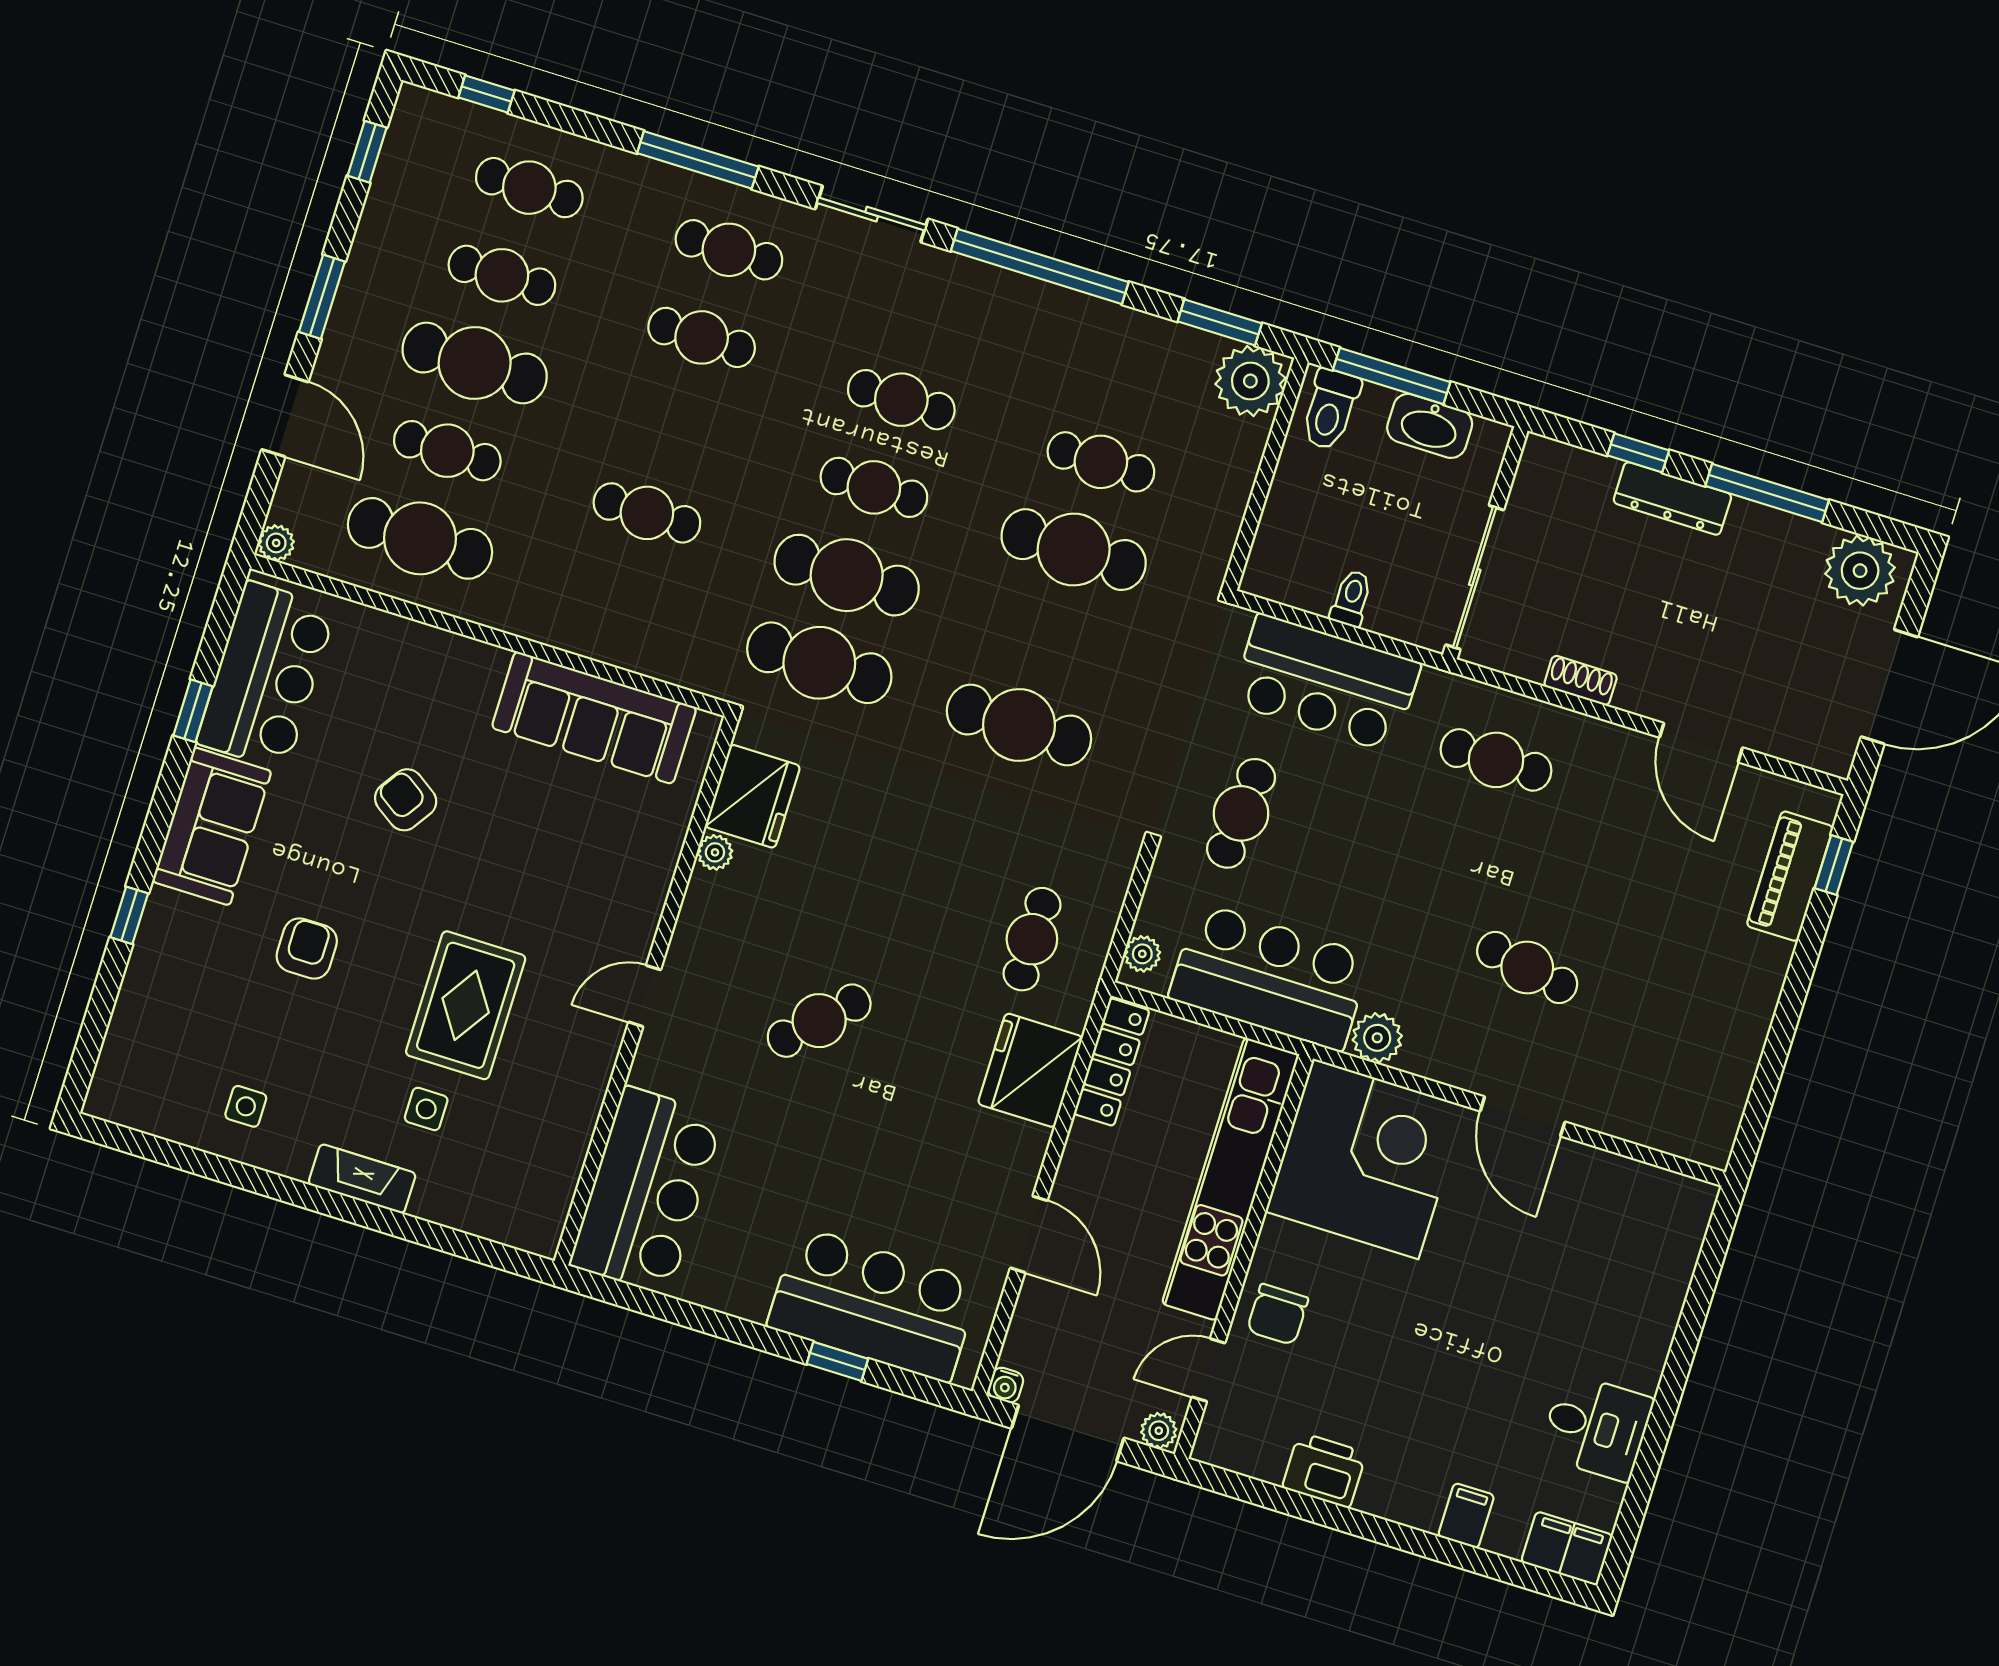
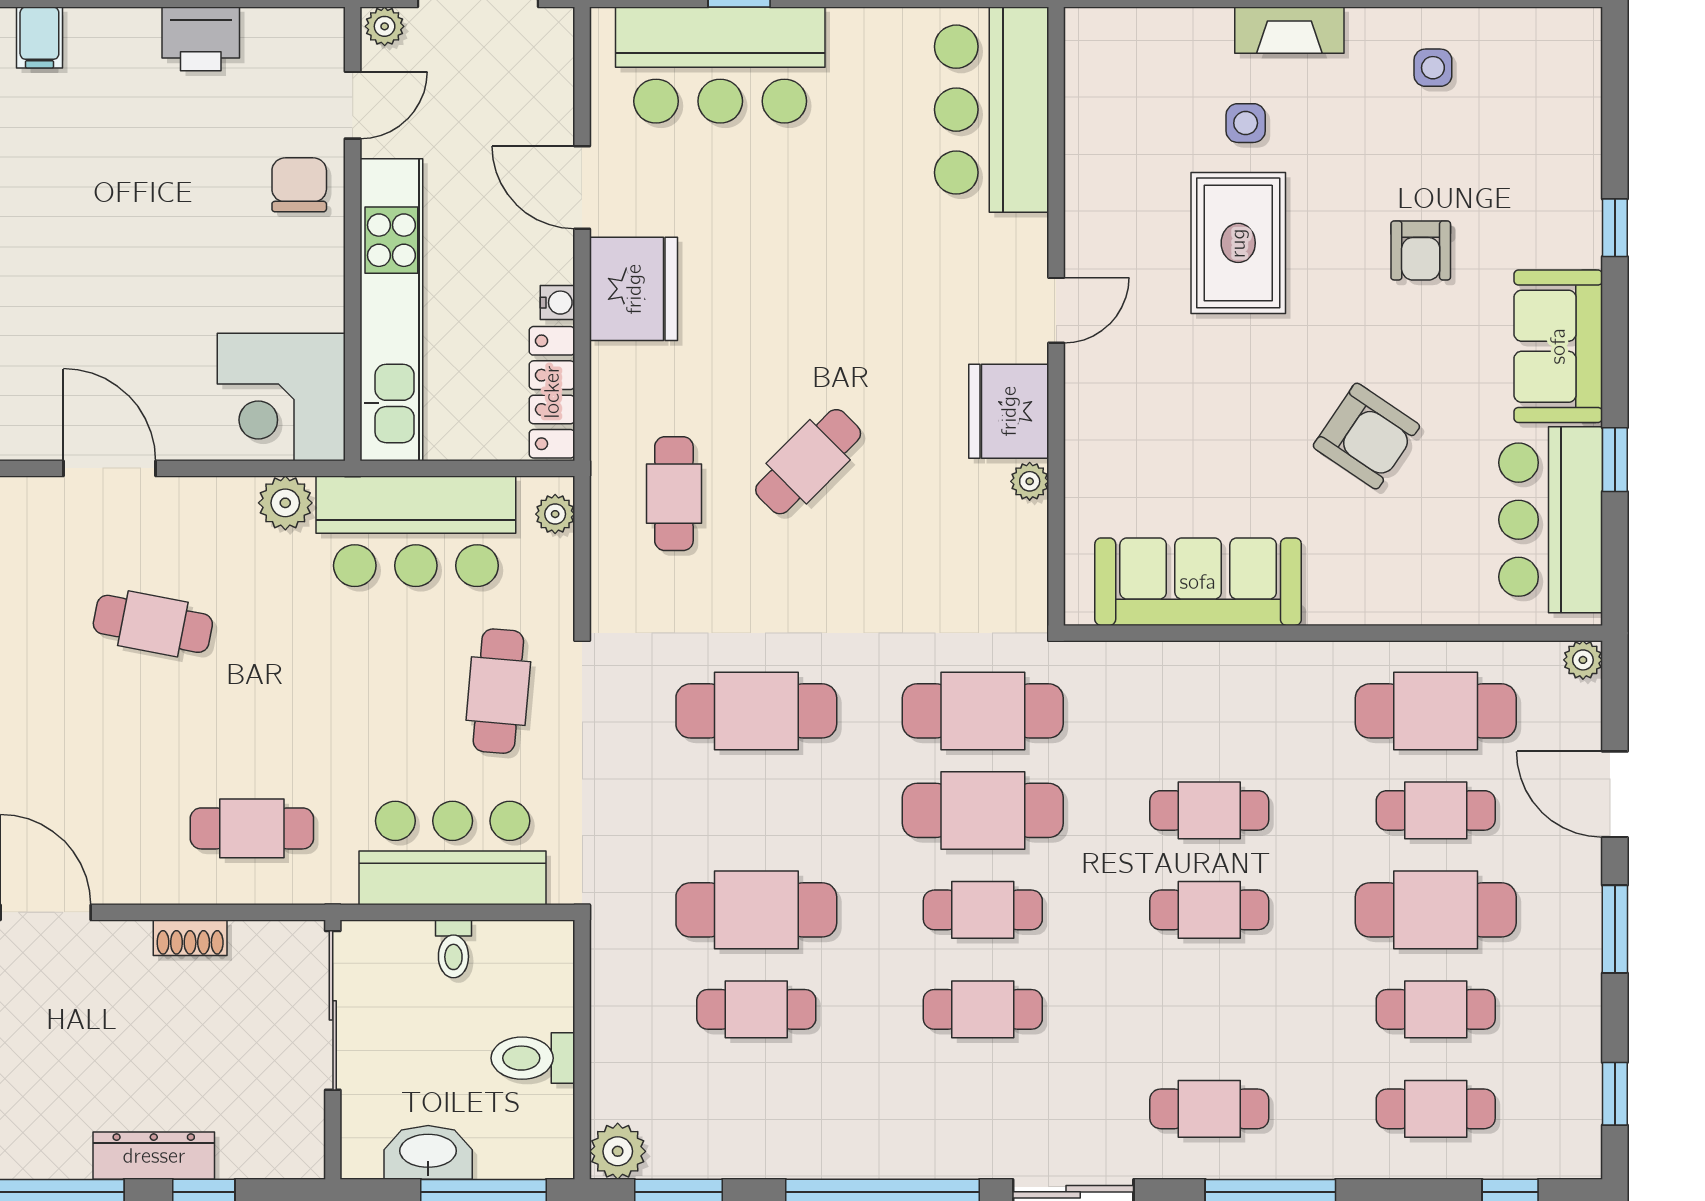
cafe table: (702, 337) -> (1209, 910), moved
plant: (1250, 381) -> (618, 1151), width x0.73, depth x0.73
toilet: (1330, 409) -> (533, 1058), moved, turned -90
fridge: (753, 796) -> (1009, 411), moved
armchair: (406, 800) -> (1366, 436), width x1.38, depth x1.38
cafe table: (819, 1021) -> (808, 462), moved
fridge: (1030, 1070) -> (634, 289), moved
corner desk: (1366, 1159) -> (281, 397), width x0.74, depth x0.74
water cooler: (1006, 1385) -> (558, 303), moved, turned 90

